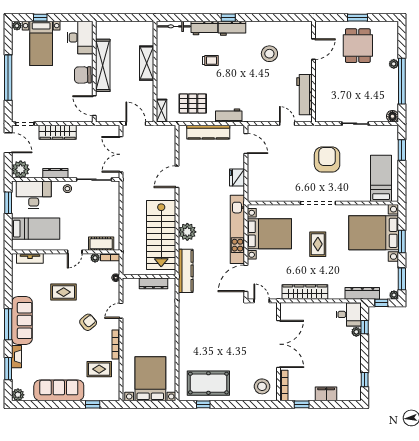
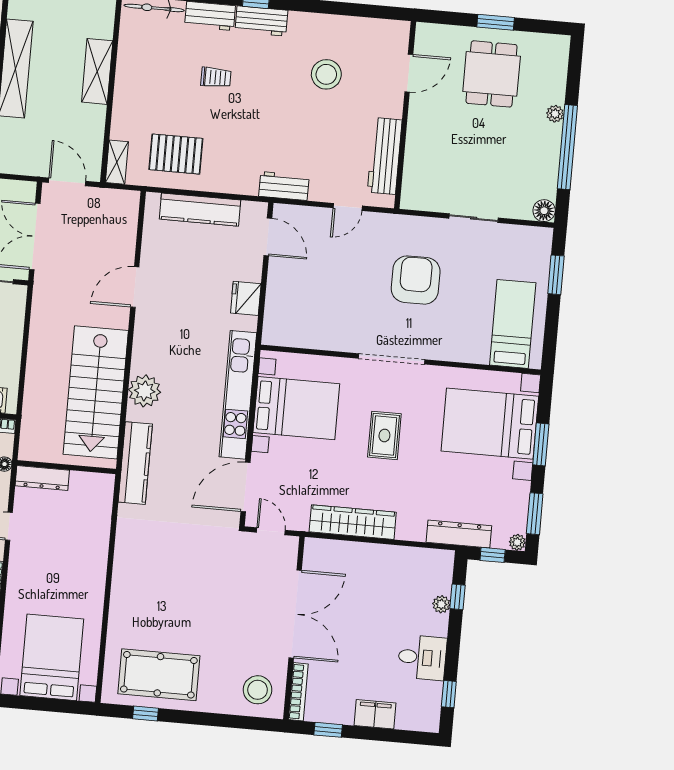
workbench: (229, 115) -> (284, 186), moved
door: (287, 124) -> (348, 207), swing flipped
dresser: (153, 283) -> (42, 478), moved
desk: (349, 314) -> (422, 657), moved

